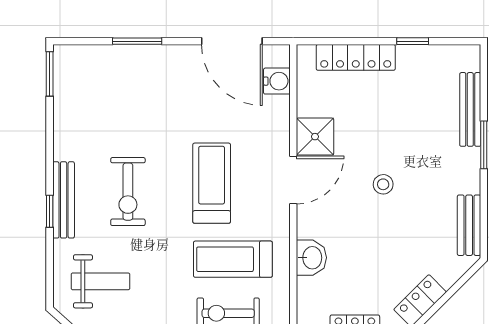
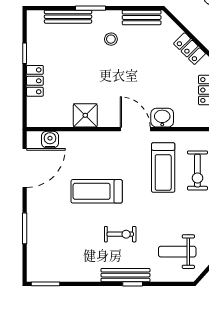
locker: (356, 57) -> (35, 81), width x0.66
door: (293, 180) -> (135, 129), moved
treadmill: (212, 183) -> (97, 191), moved
stool: (383, 184) -> (111, 39), moved
exercise bike: (128, 192) -> (120, 234), width x0.73, depth x0.72
weight bench: (100, 281) -> (177, 252), turned -90

